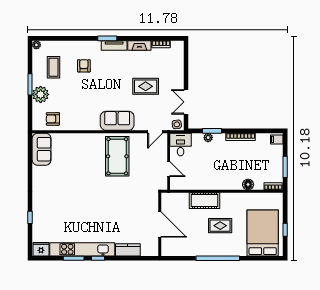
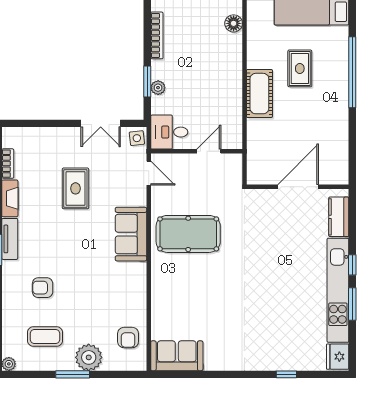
wall: (160, 224) -> (298, 187), moved
door: (160, 225) -> (298, 187), moved

